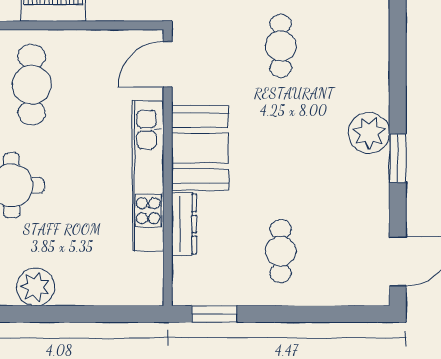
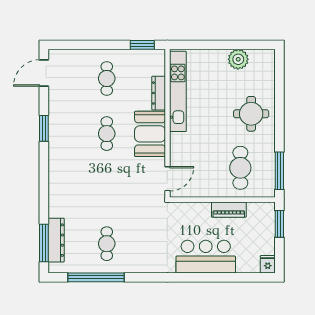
cafe table: (281, 46) -> (107, 134), moved
plant: (369, 133) -> (59, 142), removed
kitchen unit: (148, 176) -> (178, 91), moved

